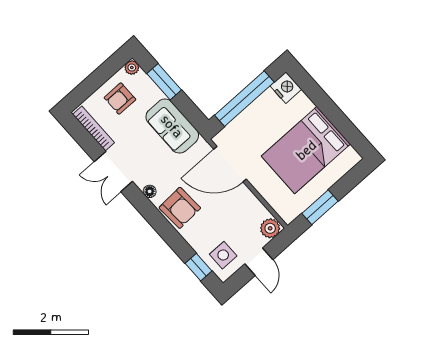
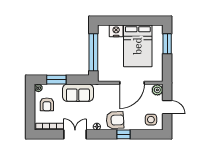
nightstand: (286, 88) -> (116, 31), moved
door: (230, 164) -> (132, 83), moved
double door: (113, 172) -> (75, 134), swing flipped
window: (320, 207) -> (167, 44), moved
window: (198, 267) -> (124, 134), moved

